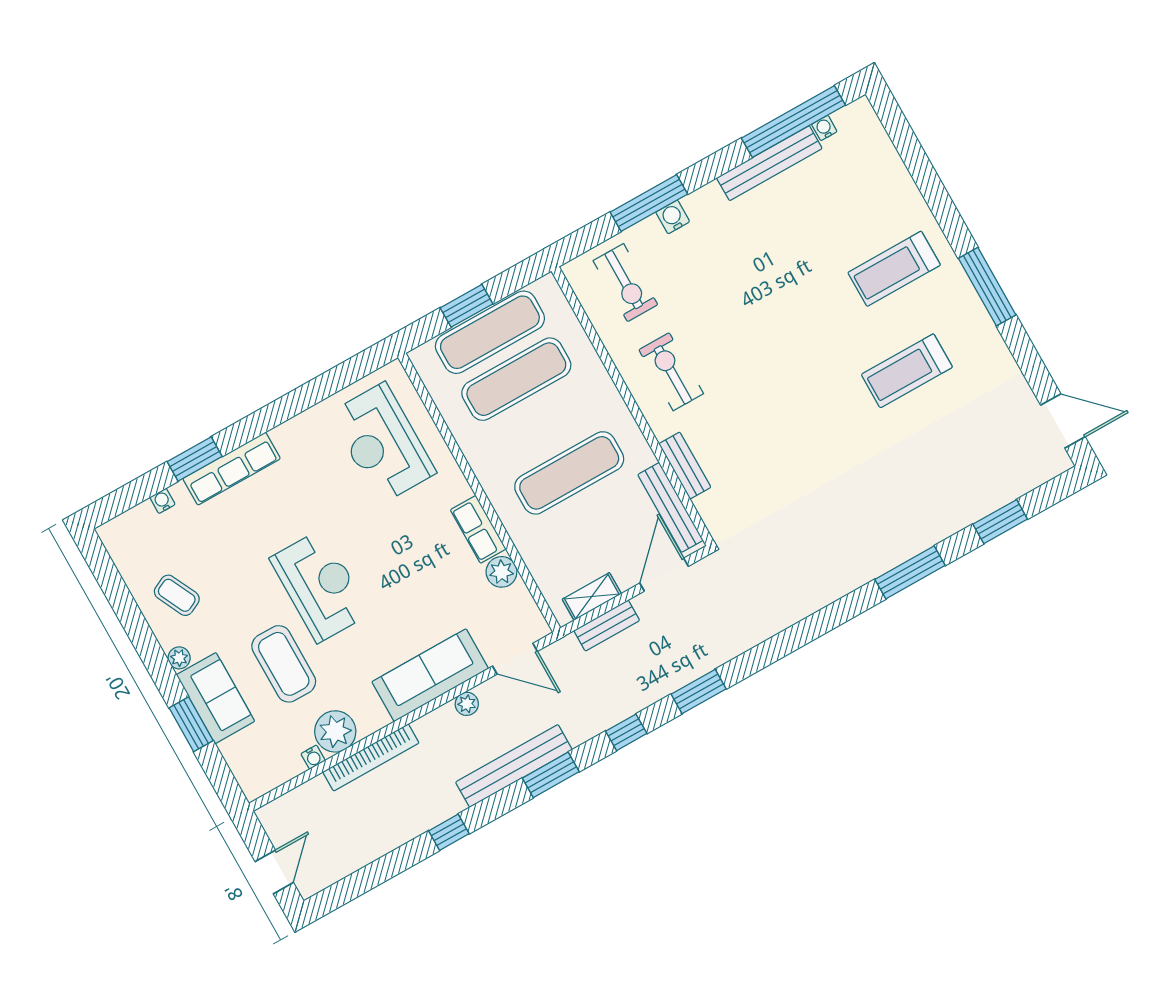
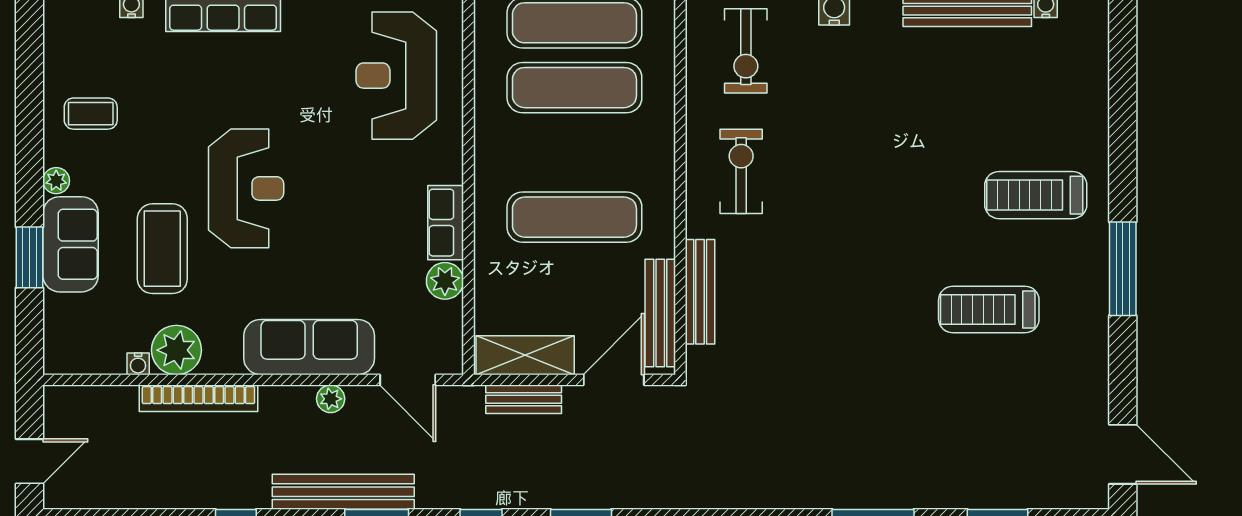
bench: (685, 466) -> (700, 292), width x1.36
coffee table: (177, 595) -> (91, 114), turned -64
shelving: (592, 597) -> (525, 355), width x1.50, depth x1.33

